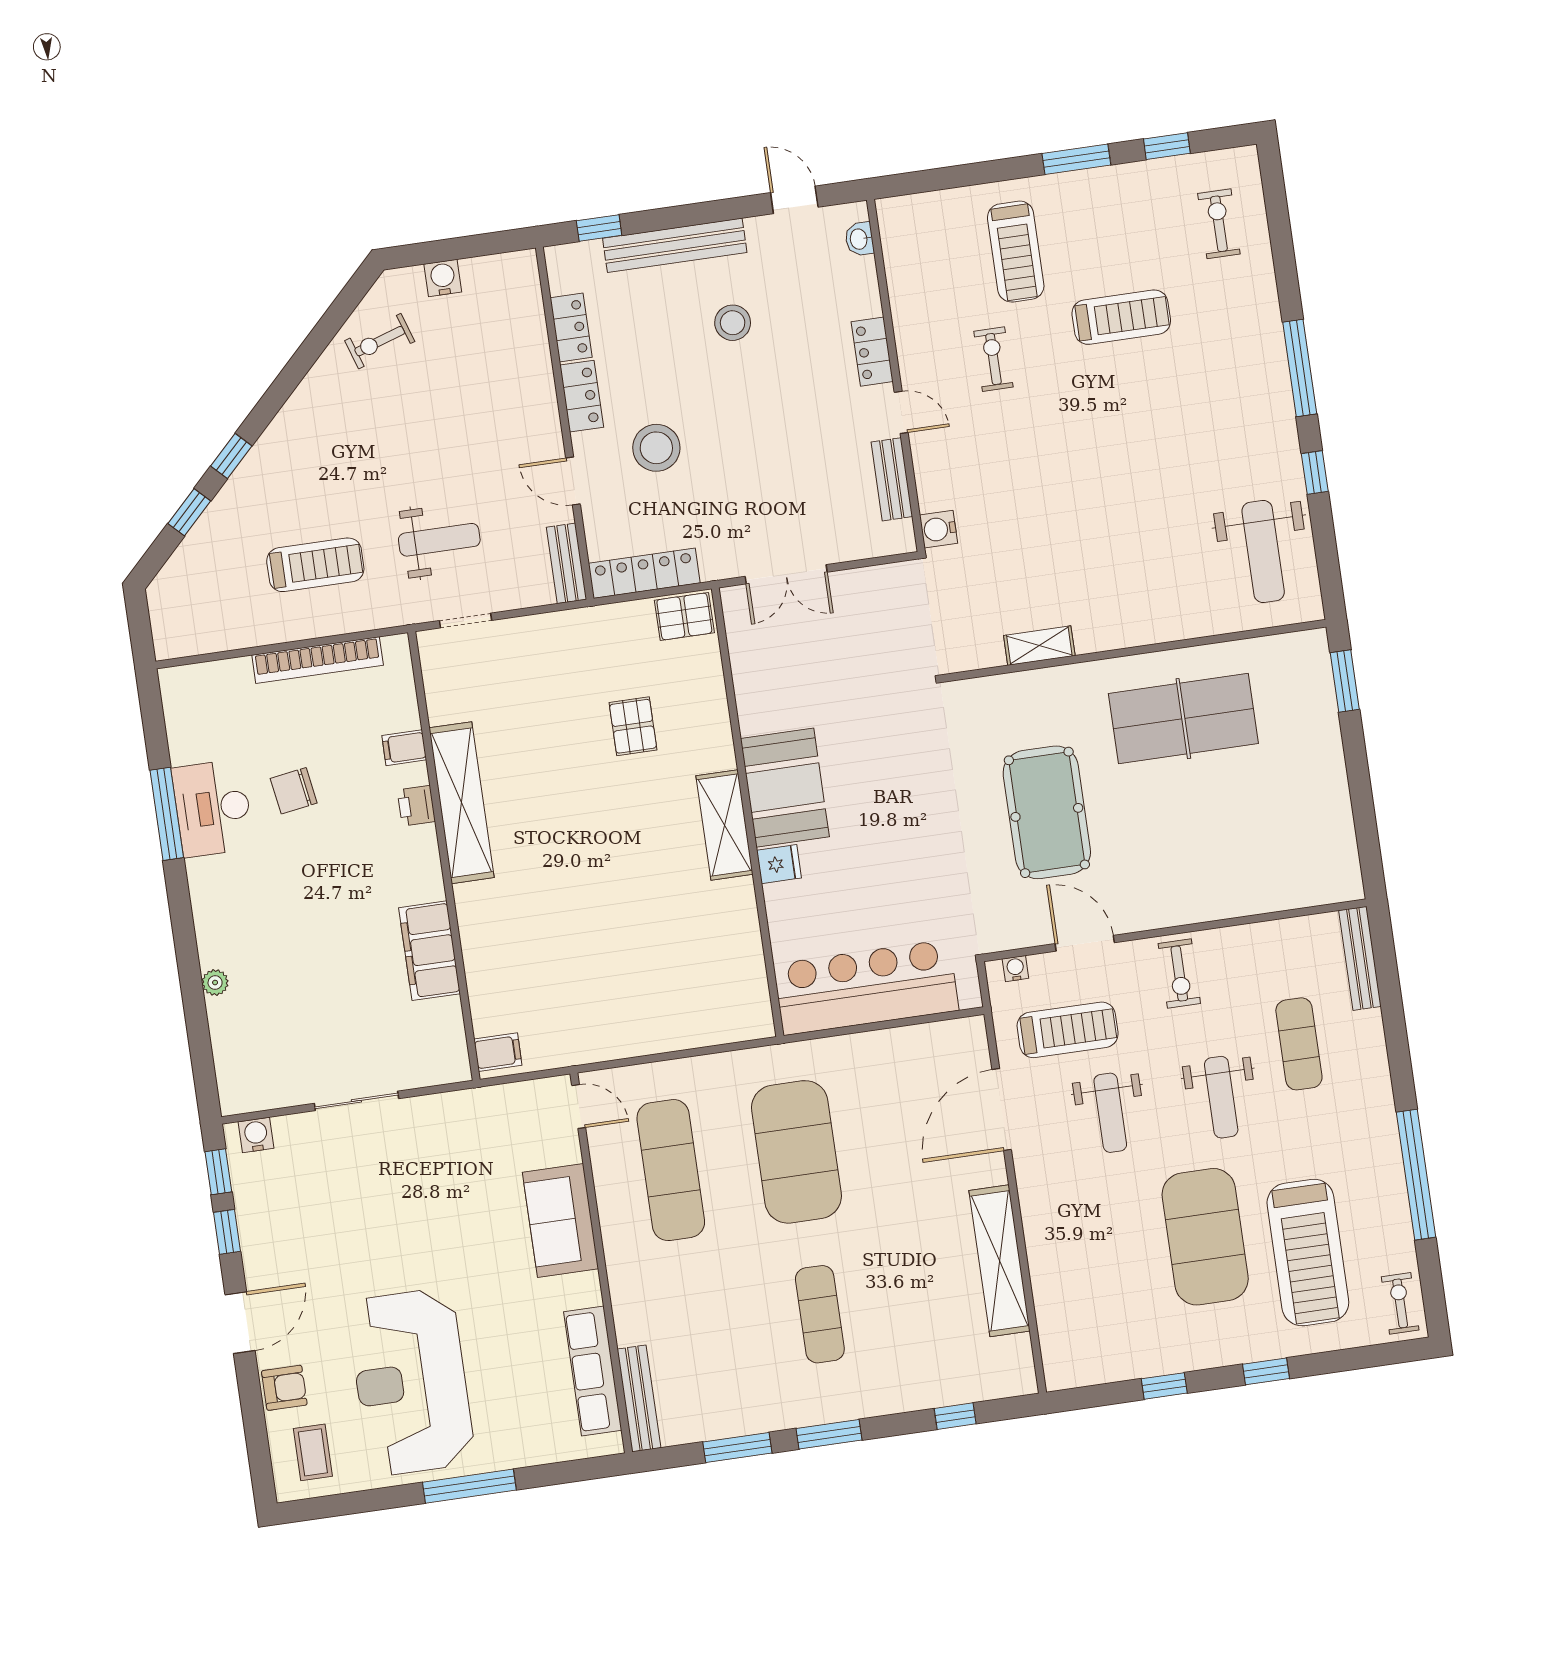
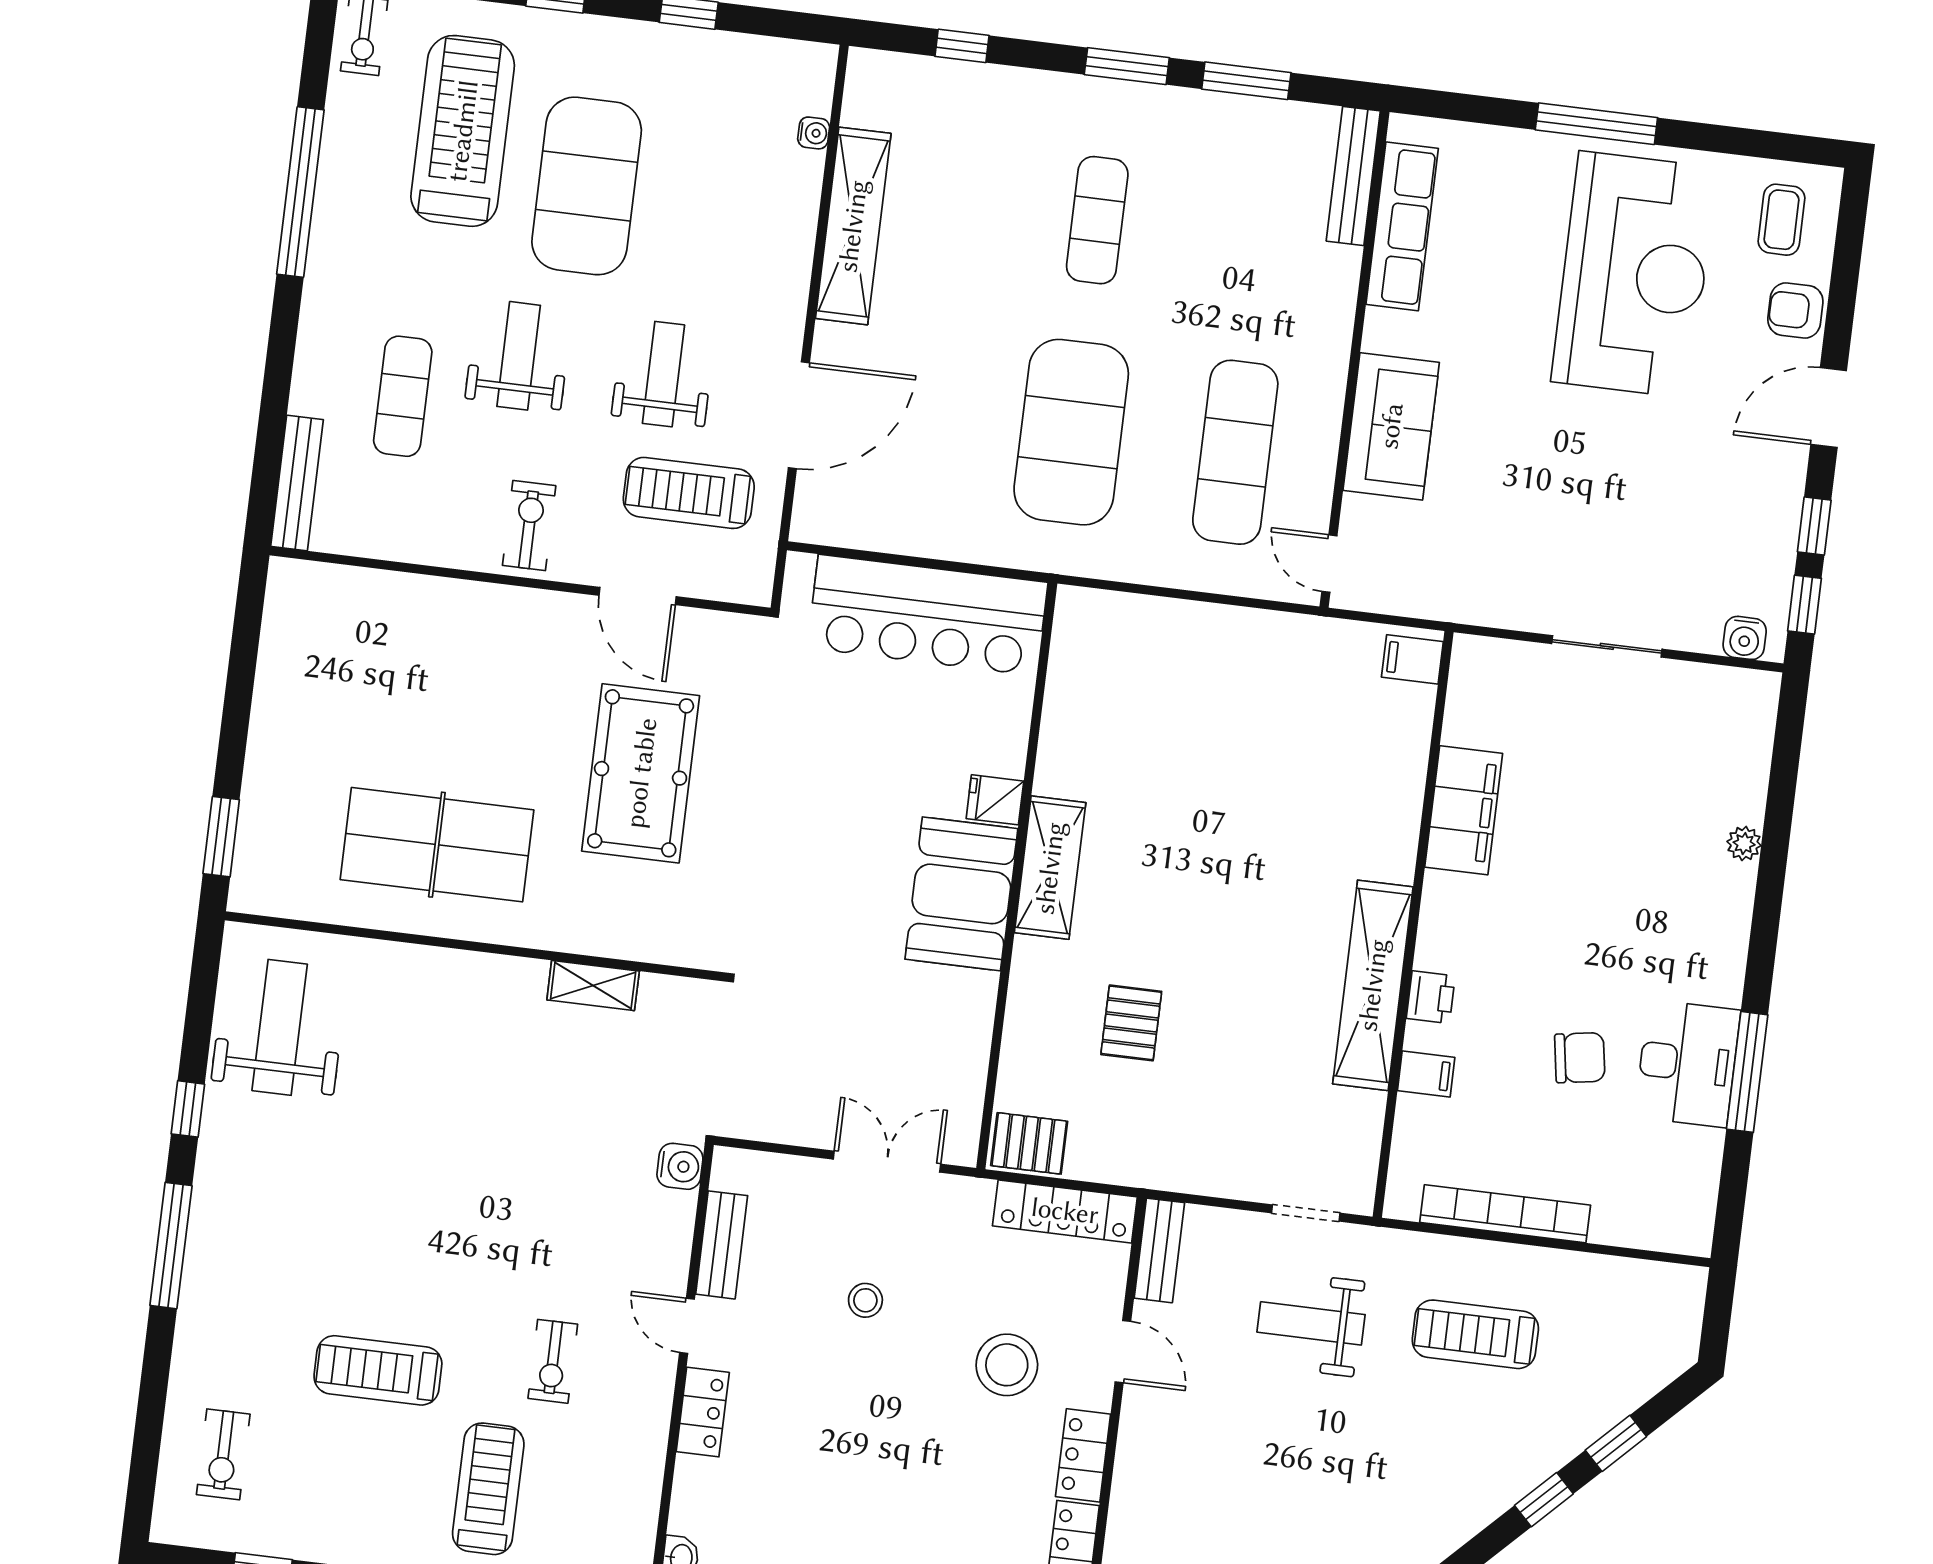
stool: (733, 323) -> (865, 1300), moved, width x0.73, depth x0.73
water cooler: (1015, 969) -> (814, 133), moved, turned -90

